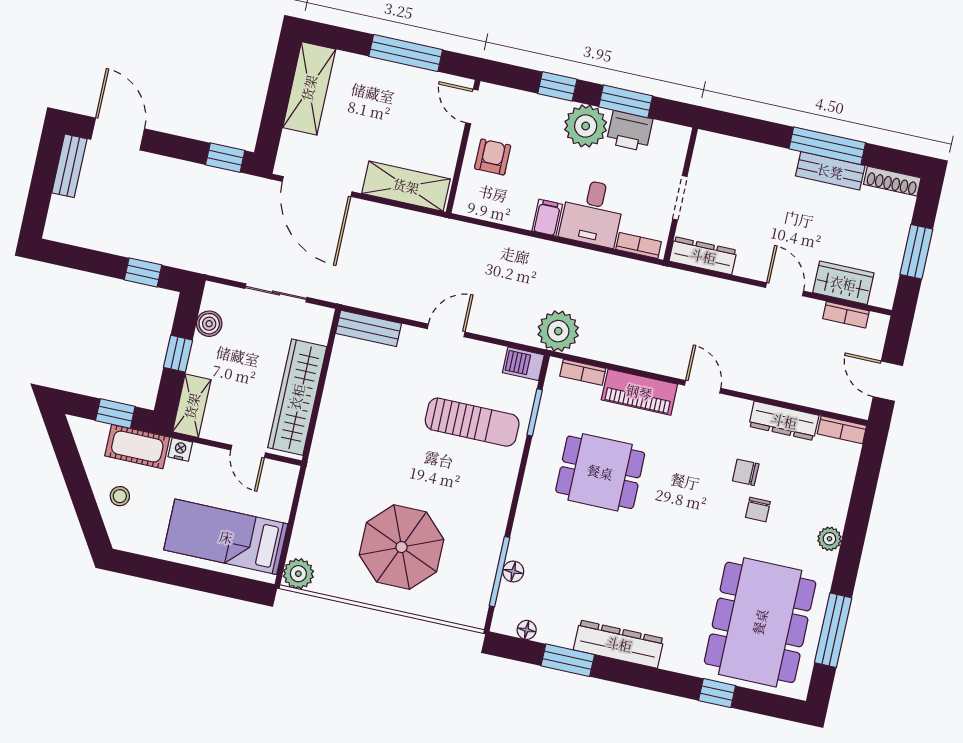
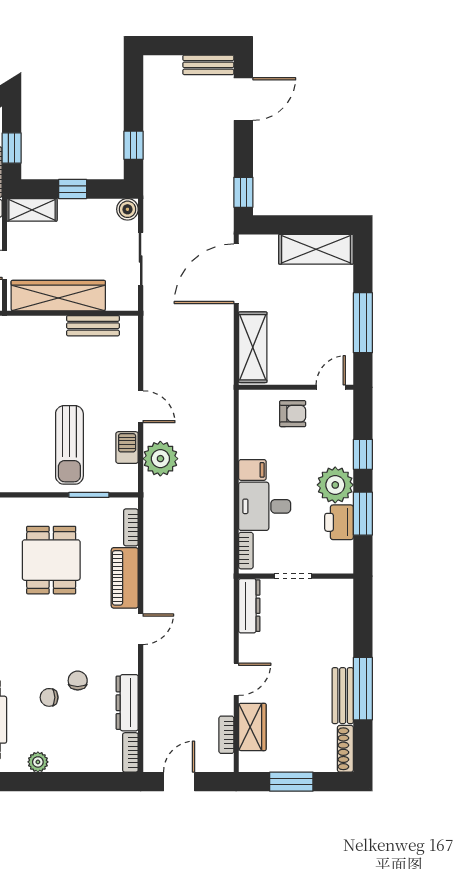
boiler: (209, 324) -> (127, 209), moved
bench: (369, 328) -> (93, 326), moved, turned 90
plant: (558, 331) -> (160, 459), moved
barbecue: (523, 364) -> (127, 448), moved

